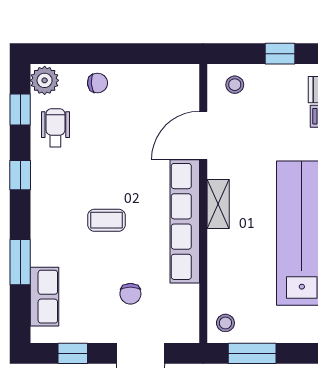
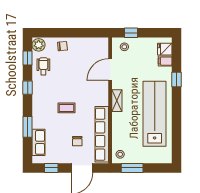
window: (280, 54) -> (131, 33), moved
row of seats: (185, 221) -> (102, 134), moved

